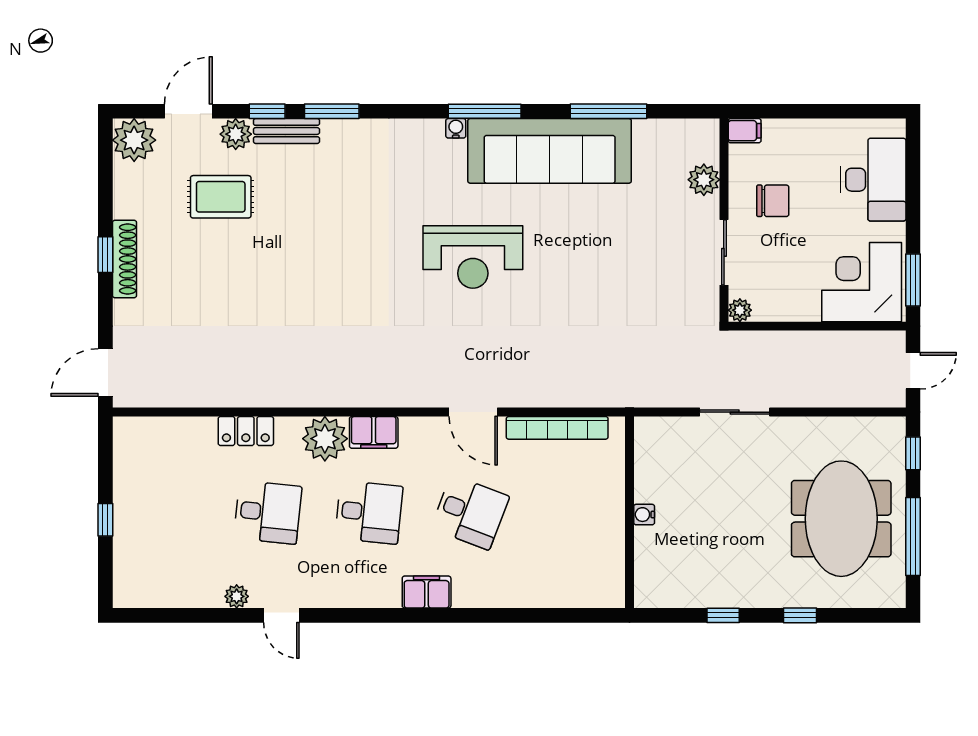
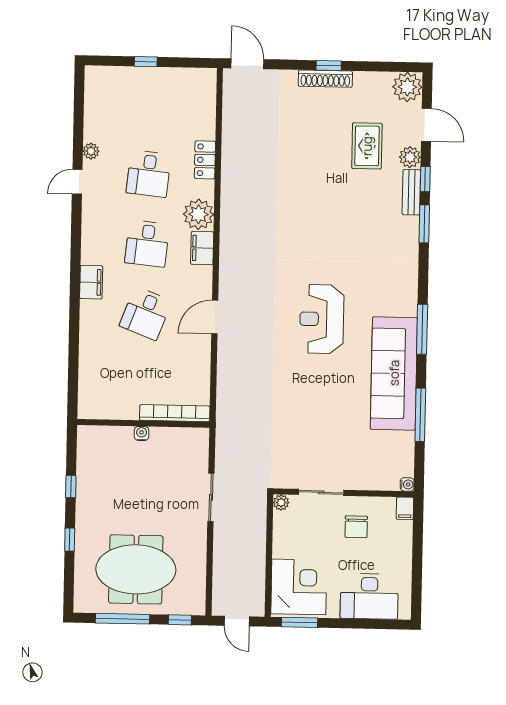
water cooler: (456, 128) -> (407, 484), moved
plant: (704, 180) -> (372, 480), removed
bookcase: (557, 428) -> (175, 413), moved, turned 90

